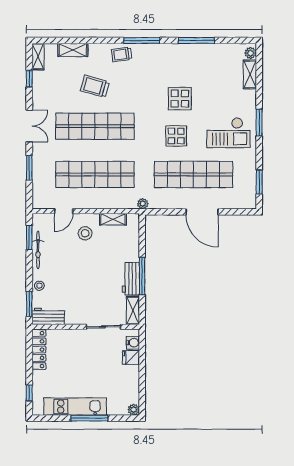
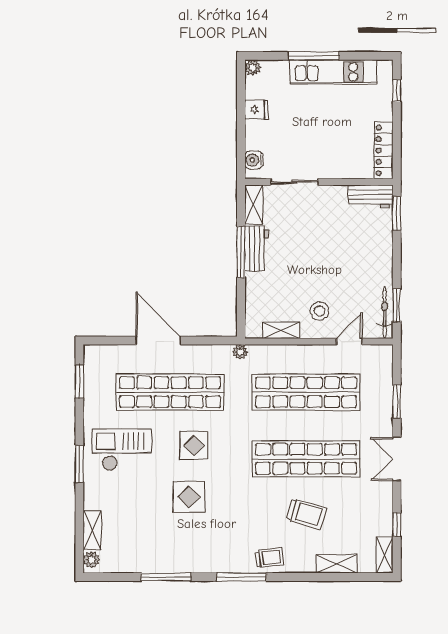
bicycle: (38, 250) -> (385, 313), moved
stool: (39, 286) -> (383, 239), removed
fridge: (131, 357) -> (256, 109), moved

